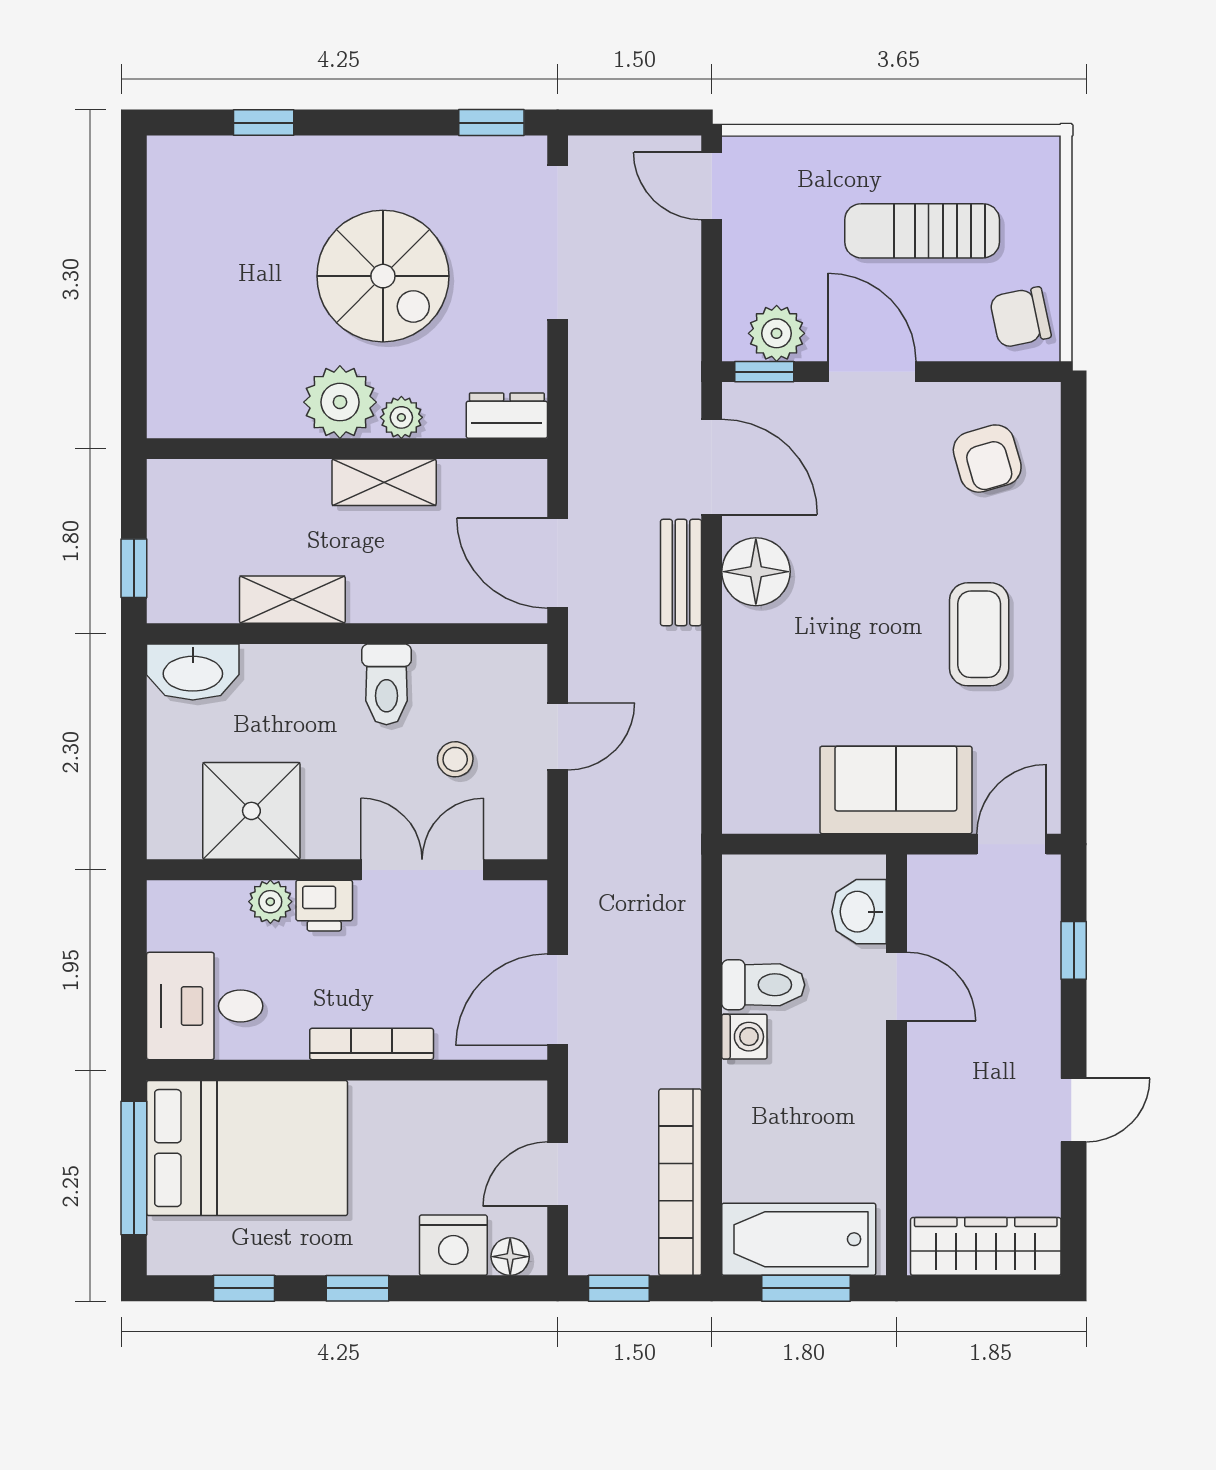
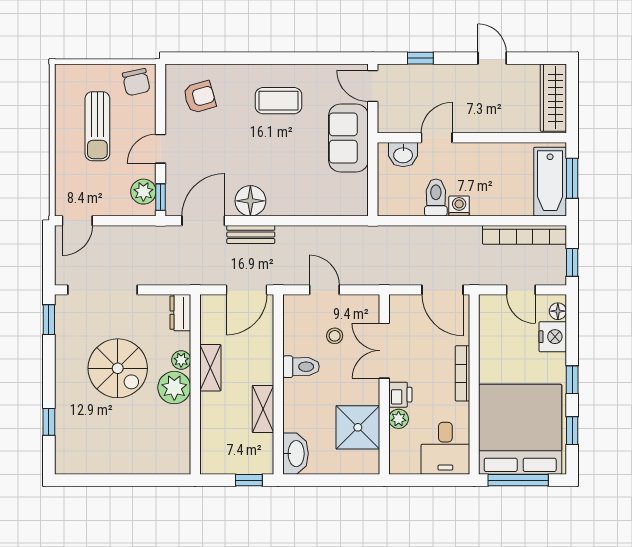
spiral stairs: (383, 276) -> (118, 368), turned 90
door: (872, 372) -> (161, 149), width x0.73
bed: (247, 1148) -> (520, 429), width x1.36

